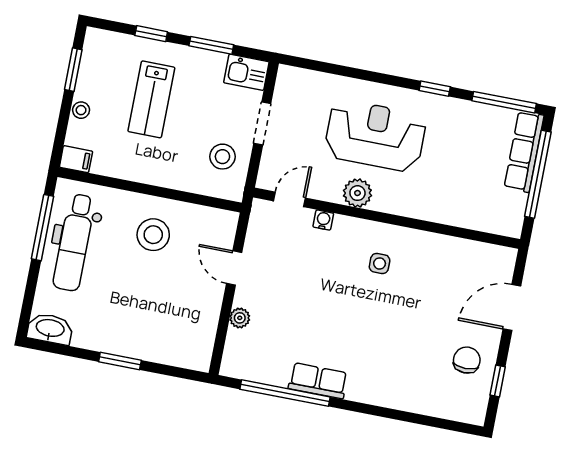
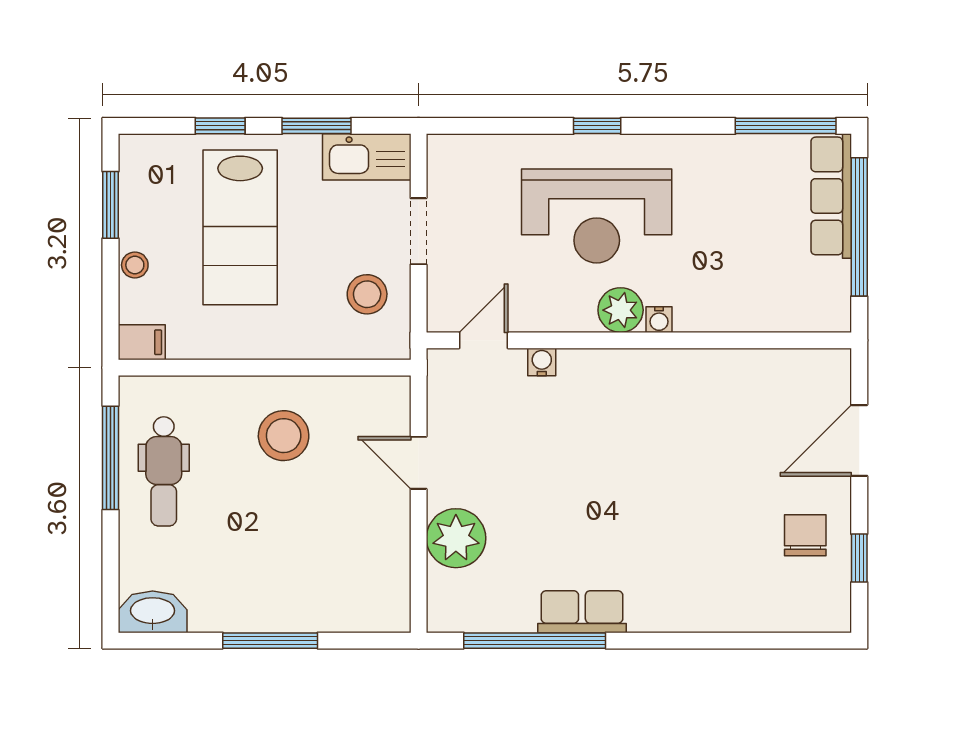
kitchen sink: (246, 72) -> (367, 157), width x1.38
window: (435, 89) -> (597, 126), moved
lab bench: (151, 99) -> (240, 227), width x1.36, depth x1.39
reception desk: (375, 136) -> (597, 216), turned 180
plant: (357, 193) -> (621, 310), moved
water cooler: (402, 208) -> (659, 320), added
dental chair: (74, 242) -> (164, 471), width x0.73, depth x0.72
side table: (380, 263) -> (642, 412), removed
plant: (240, 318) -> (456, 538), width x1.87, depth x1.87
window: (120, 361) -> (270, 641), width x1.44

